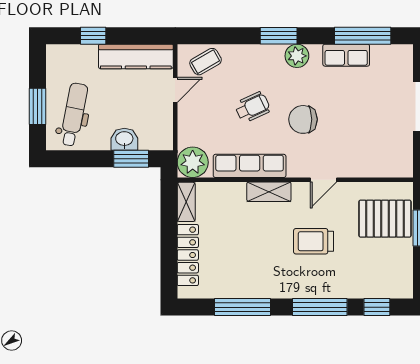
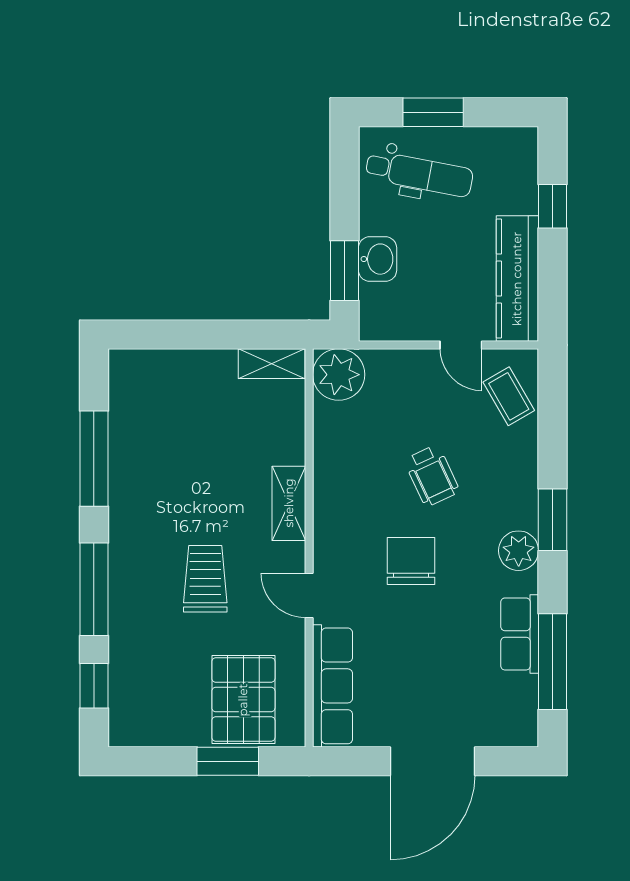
row of seats: (250, 166) -> (333, 686), moved
locker: (188, 255) -> (182, 366), removed

